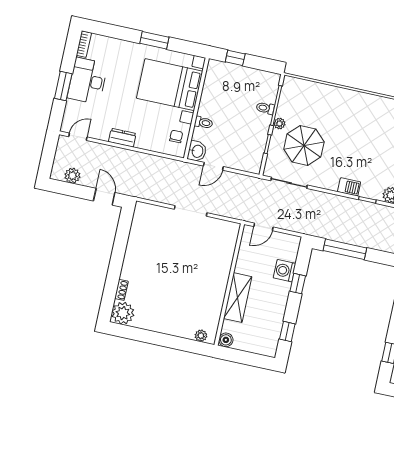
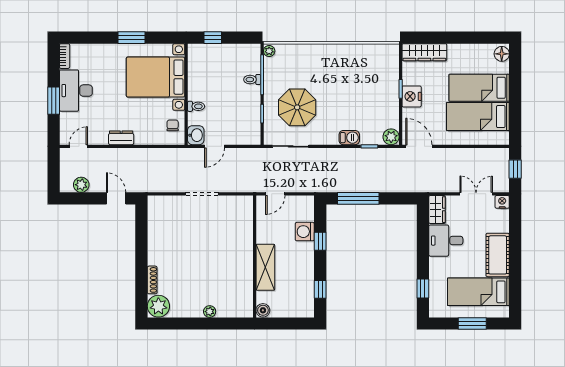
plant: (280, 124) -> (269, 51), moved
shoe rack: (121, 290) -> (152, 280), width x1.43
plant: (201, 336) -> (210, 312), moved

